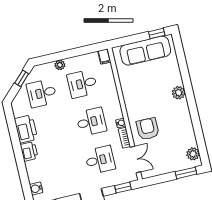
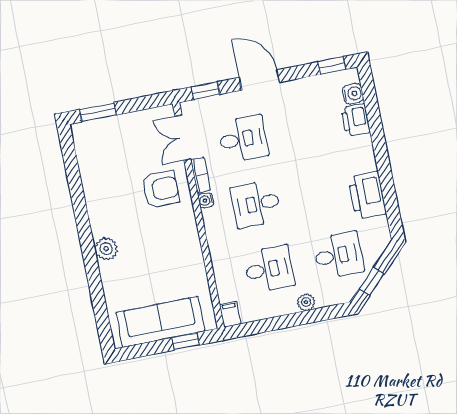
window: (157, 33) -> (186, 341), moved
armchair: (148, 129) -> (160, 189), turned -90
printer: (29, 151) -> (355, 120), moved
plant: (193, 154) -> (85, 144), removed
desk: (100, 160) -> (243, 139), turned 180

